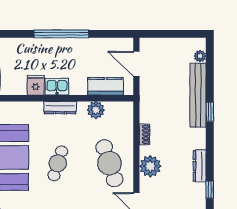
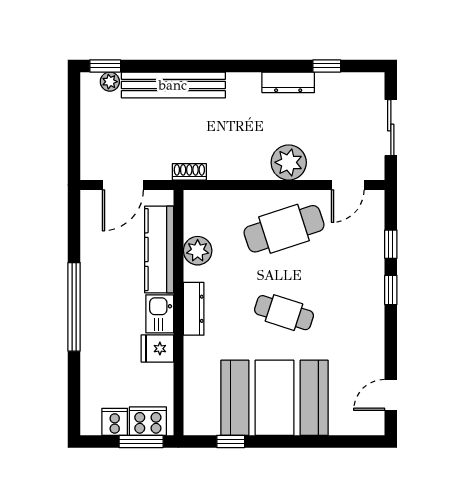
kitchen counter: (105, 86) -> (159, 250), width x1.50
window: (210, 112) -> (105, 66), moved
shoe rack: (144, 134) -> (189, 172), moved

